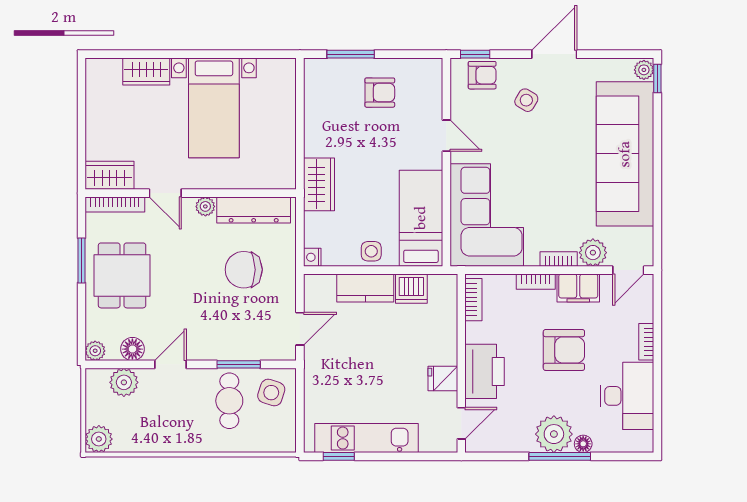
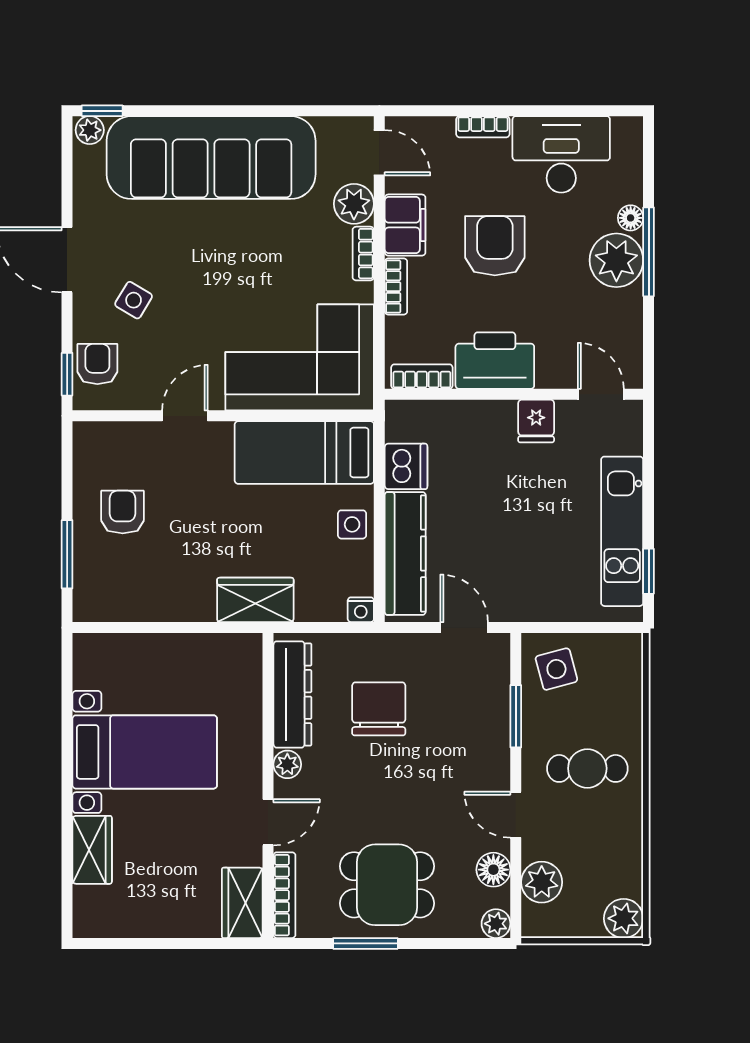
chair: (244, 270) -> (379, 709), turned 180
kitchen counter: (365, 288) -> (405, 553), width x1.50
printer: (485, 371) -> (495, 361), moved
side table: (271, 393) -> (556, 669), turned -33
cafe table: (229, 401) -> (587, 768), moved

